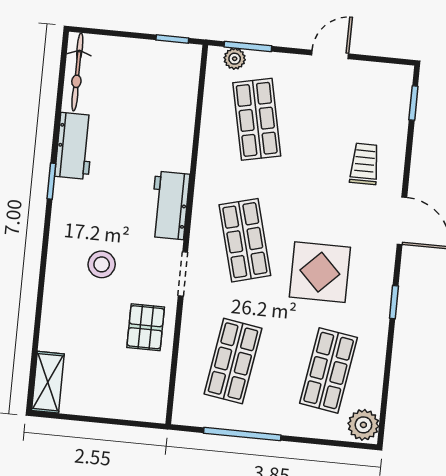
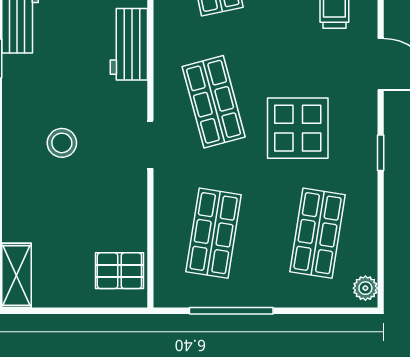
workbench: (170, 205) -> (129, 44), moved
pallet: (146, 327) -> (119, 271), moved, turned 90
plant: (363, 425) -> (365, 288), width x0.73, depth x0.73

